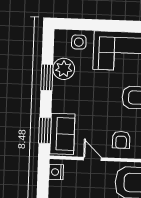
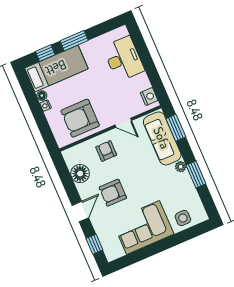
plant: (64, 69) -> (181, 167), moved, width x0.53, depth x0.53
sofa: (62, 134) -> (162, 138), width x1.36

